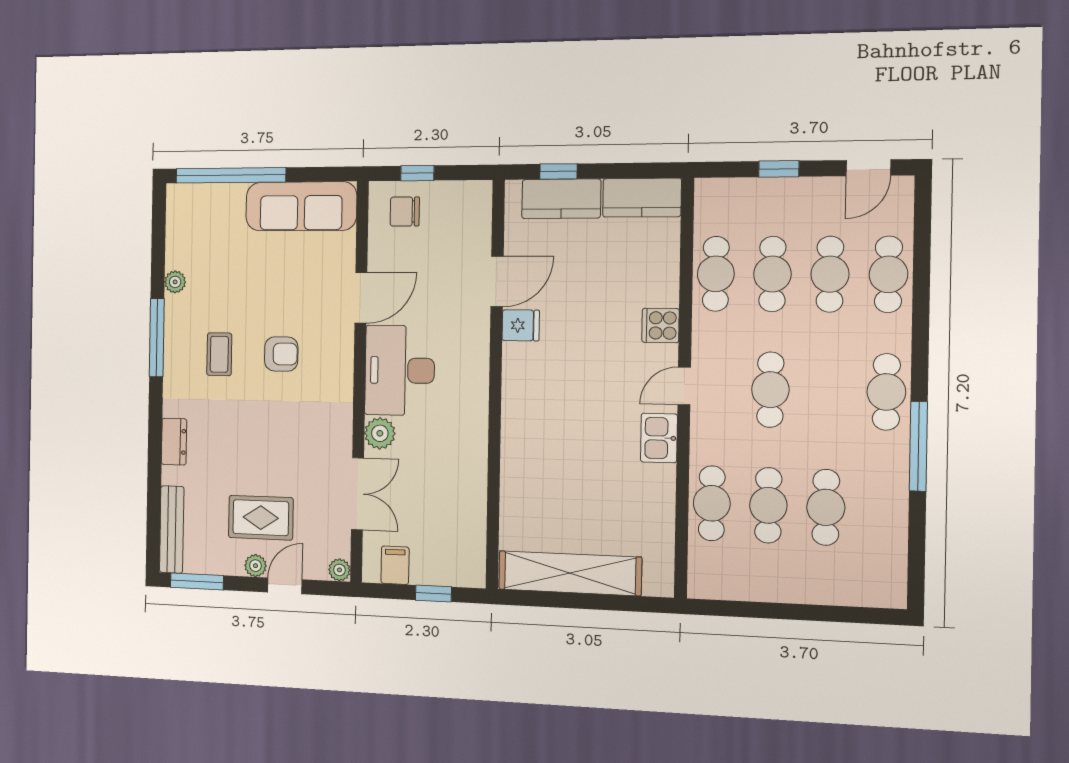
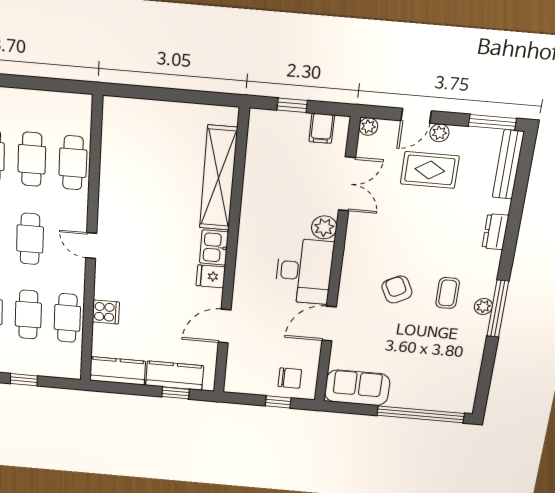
sofa: (301, 206) -> (357, 388), width x0.73
plant: (175, 282) -> (483, 306), moved
fridge: (521, 325) -> (211, 276), moved
cooker: (660, 325) -> (106, 312), moved
armchair: (281, 354) -> (397, 289), turned 63
door: (684, 386) -> (91, 246), swing flipped
kitchen sink: (659, 438) -> (214, 247), moved, turned 180
double door: (357, 494) -> (347, 184), swing flipped
shelving: (570, 573) -> (218, 178), moved, turned 90

